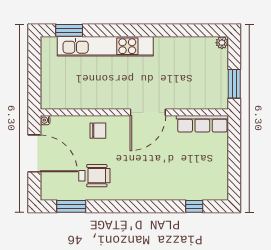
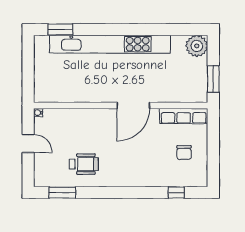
plant: (222, 43) -> (197, 46), width x1.87, depth x1.87
kitchen unit: (105, 46) -> (110, 44), width x1.36
chair: (98, 131) -> (184, 153), moved, turned 90
door: (34, 153) -> (28, 144), width x0.53

